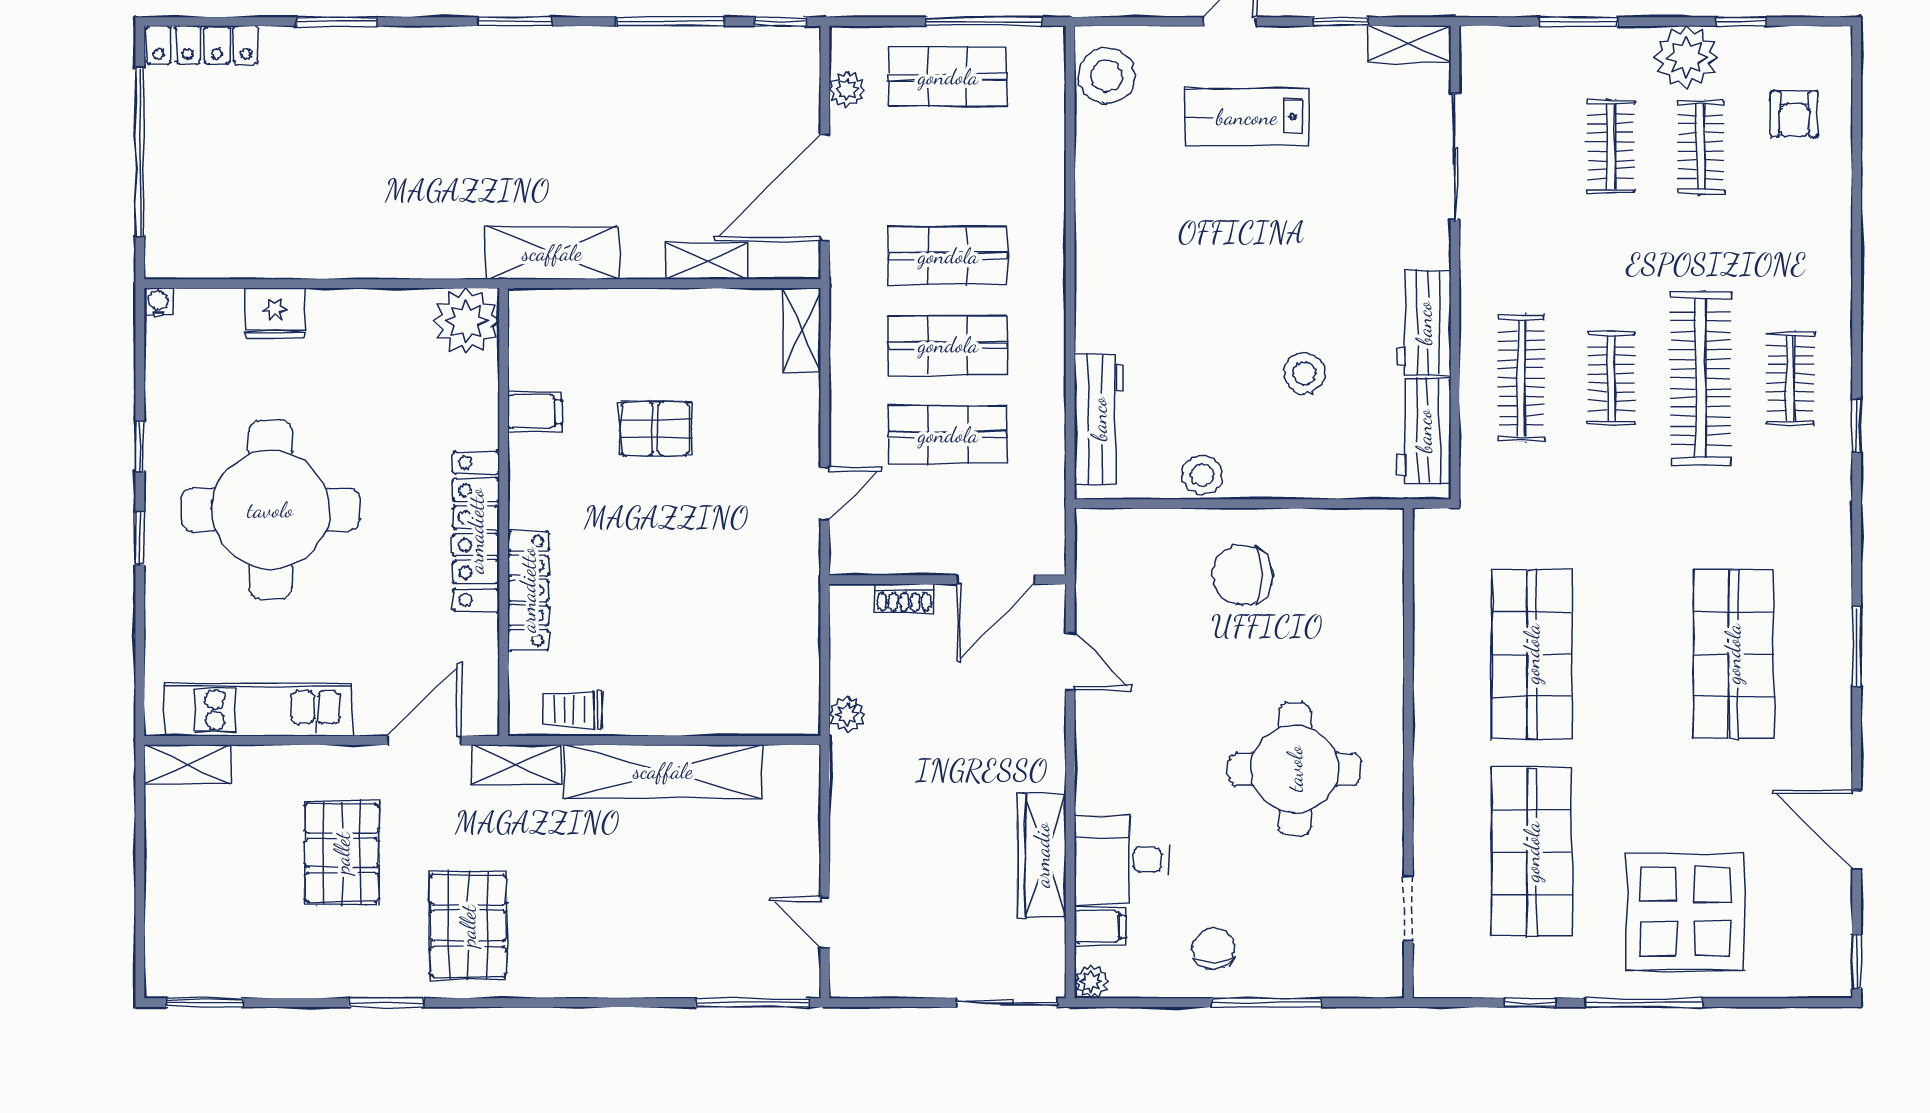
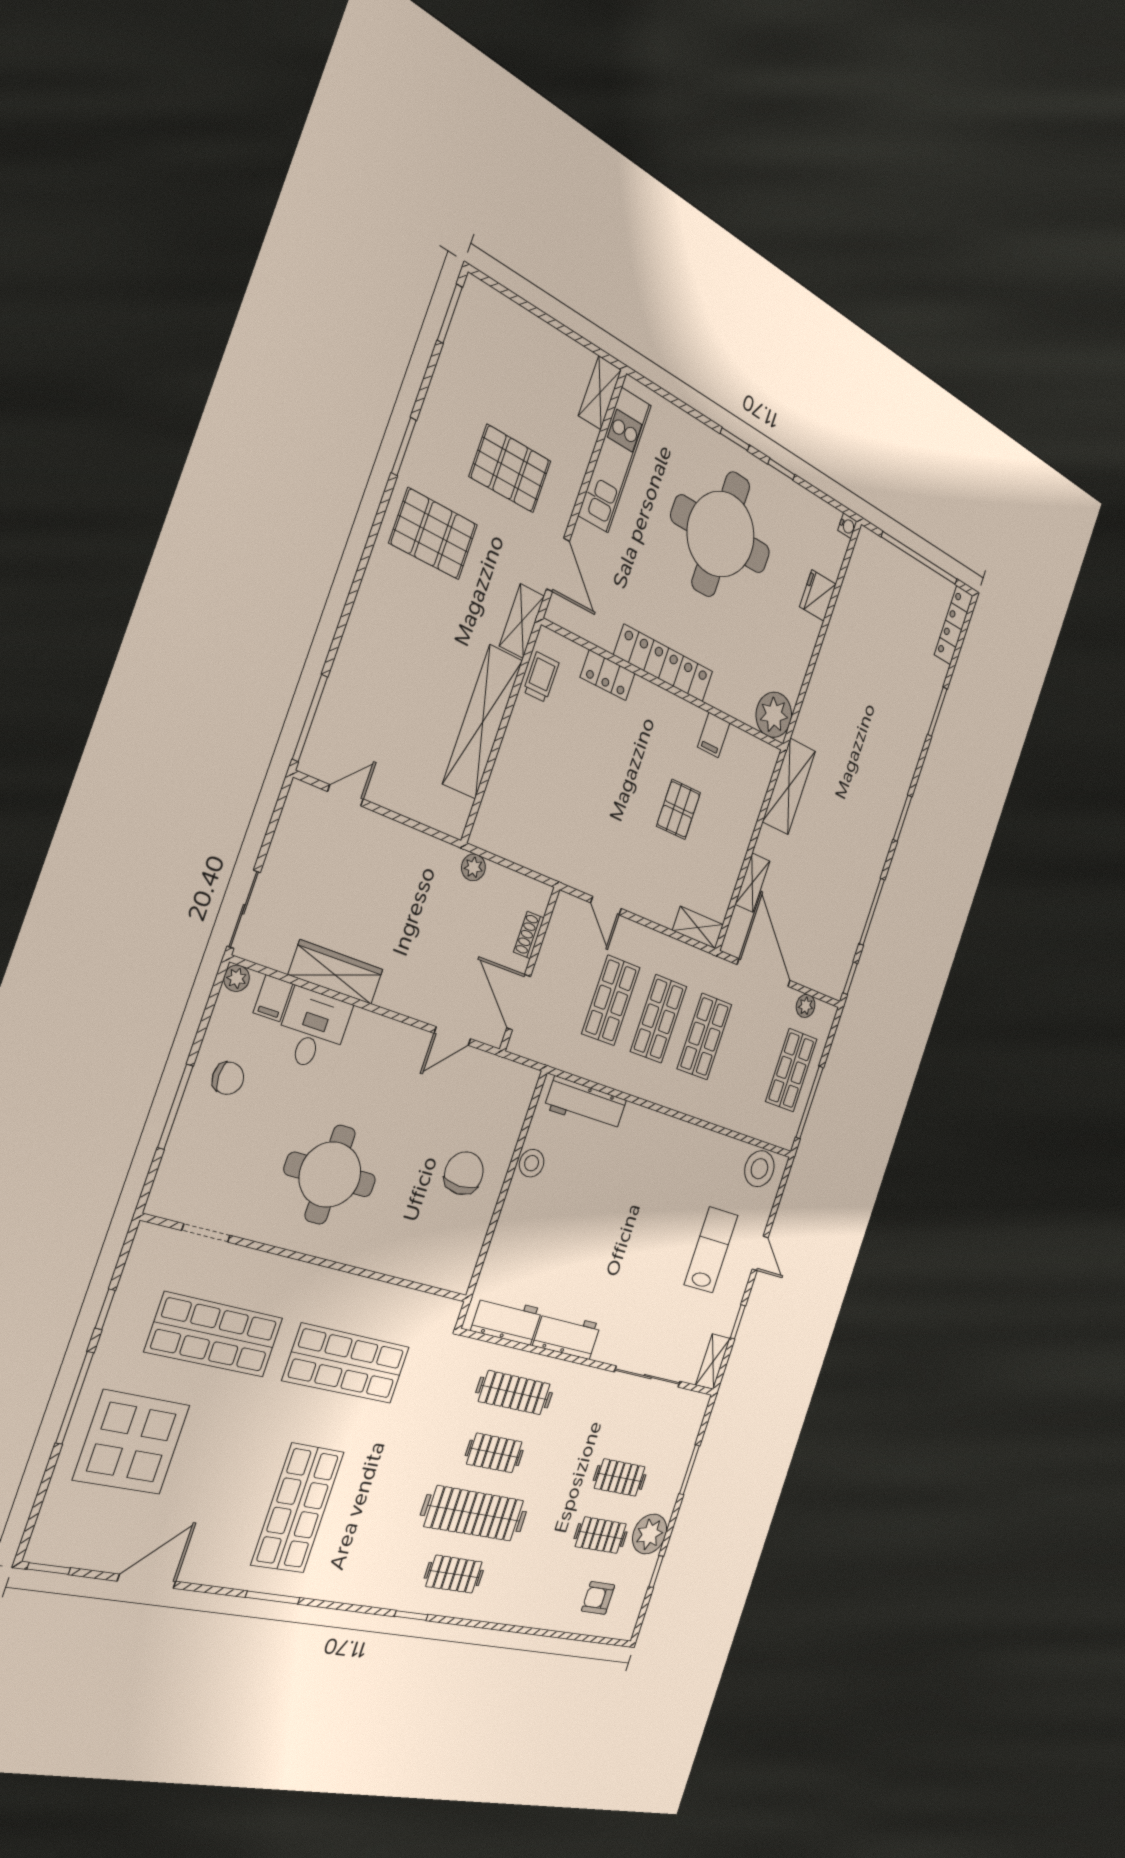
stool: (1304, 373) -> (566, 1249), removed
locker: (528, 590) -> (608, 675), width x0.66
shop shelf: (1733, 654) -> (298, 1508), turned 90

